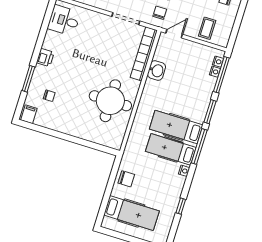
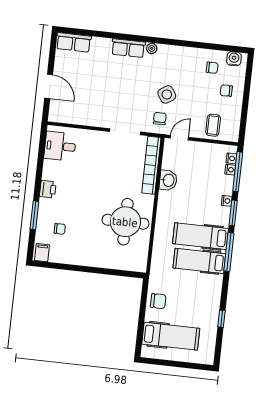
nightstand: (184, 171) -> (227, 201), moved

